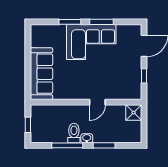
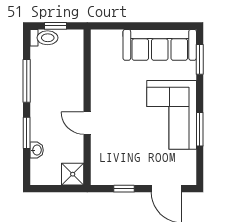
window: (70, 22) -> (200, 59), moved
sofa: (41, 74) -> (160, 45), moved
toilet: (74, 133) -> (44, 38), moved
washbasin: (87, 138) -> (37, 150), moved

